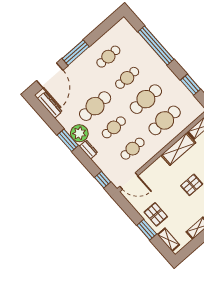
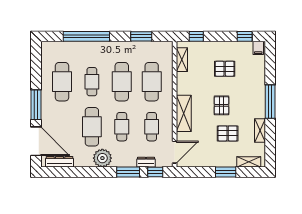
cafe table: (108, 57) -> (62, 82), width x1.37, depth x1.35
window: (68, 140) -> (128, 172), moved
dresser: (89, 149) -> (146, 162), moved
shelving: (178, 149) -> (184, 113), moved
pallet: (156, 214) -> (228, 133), moved

